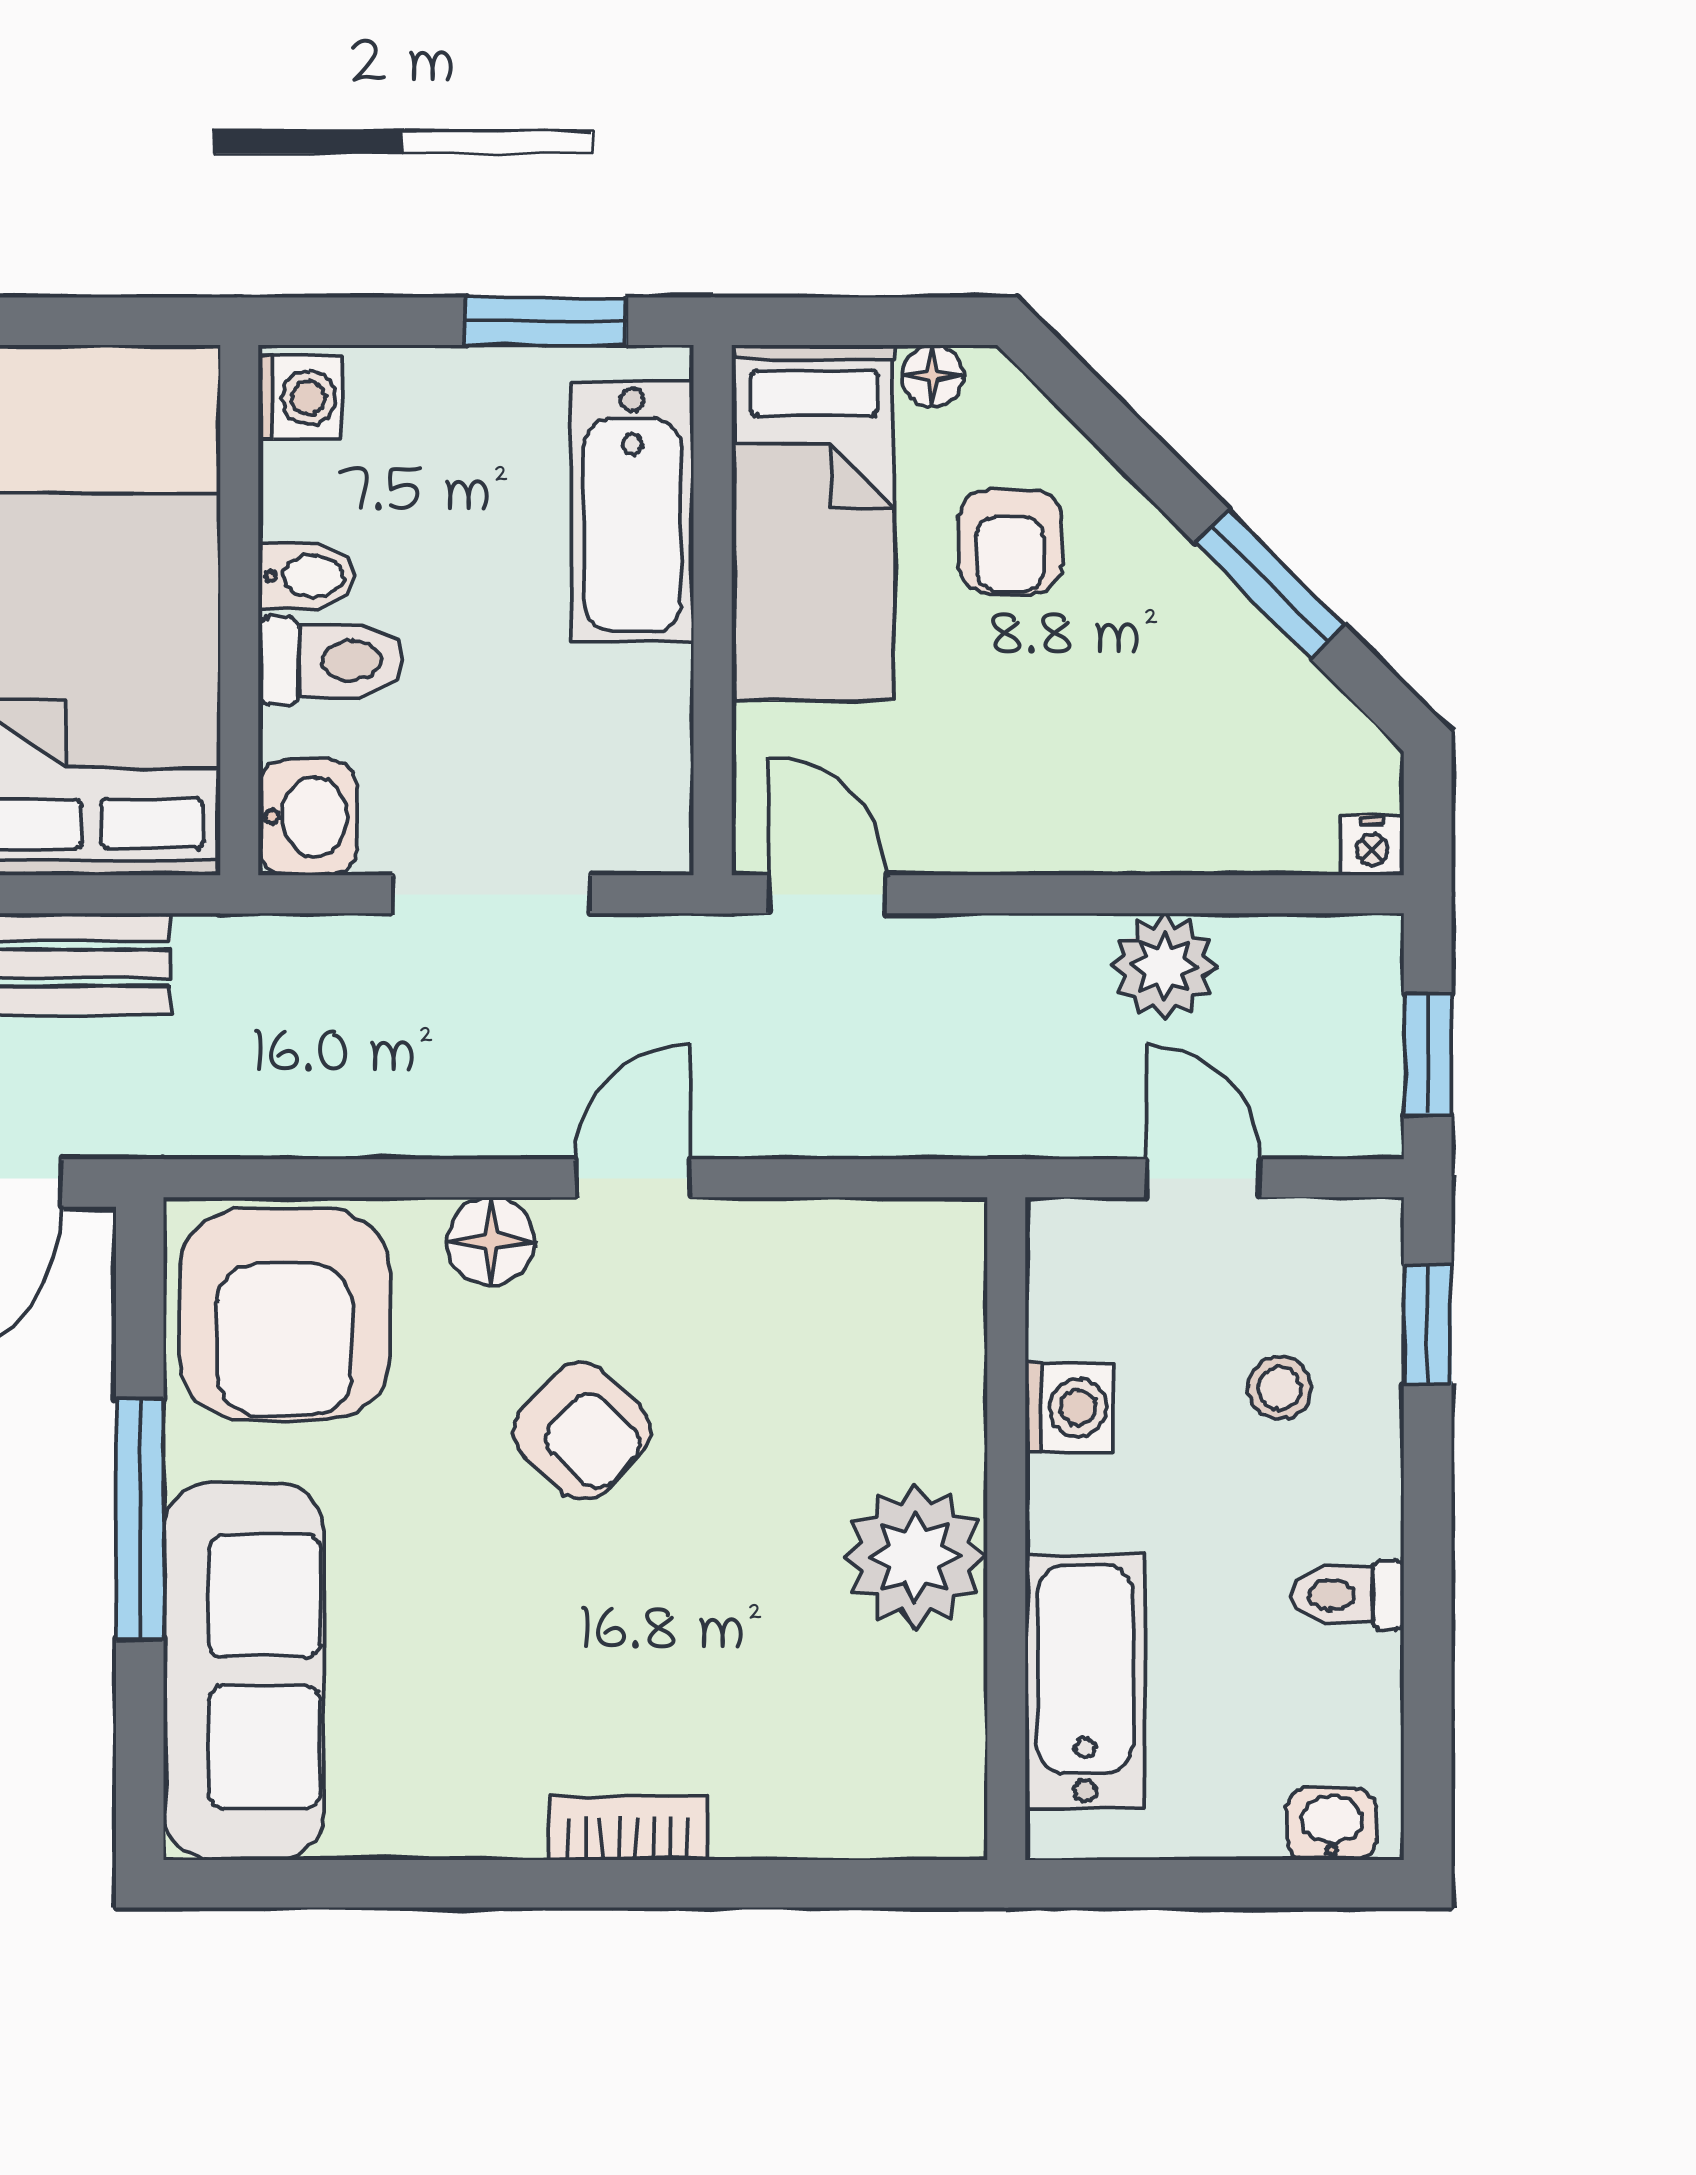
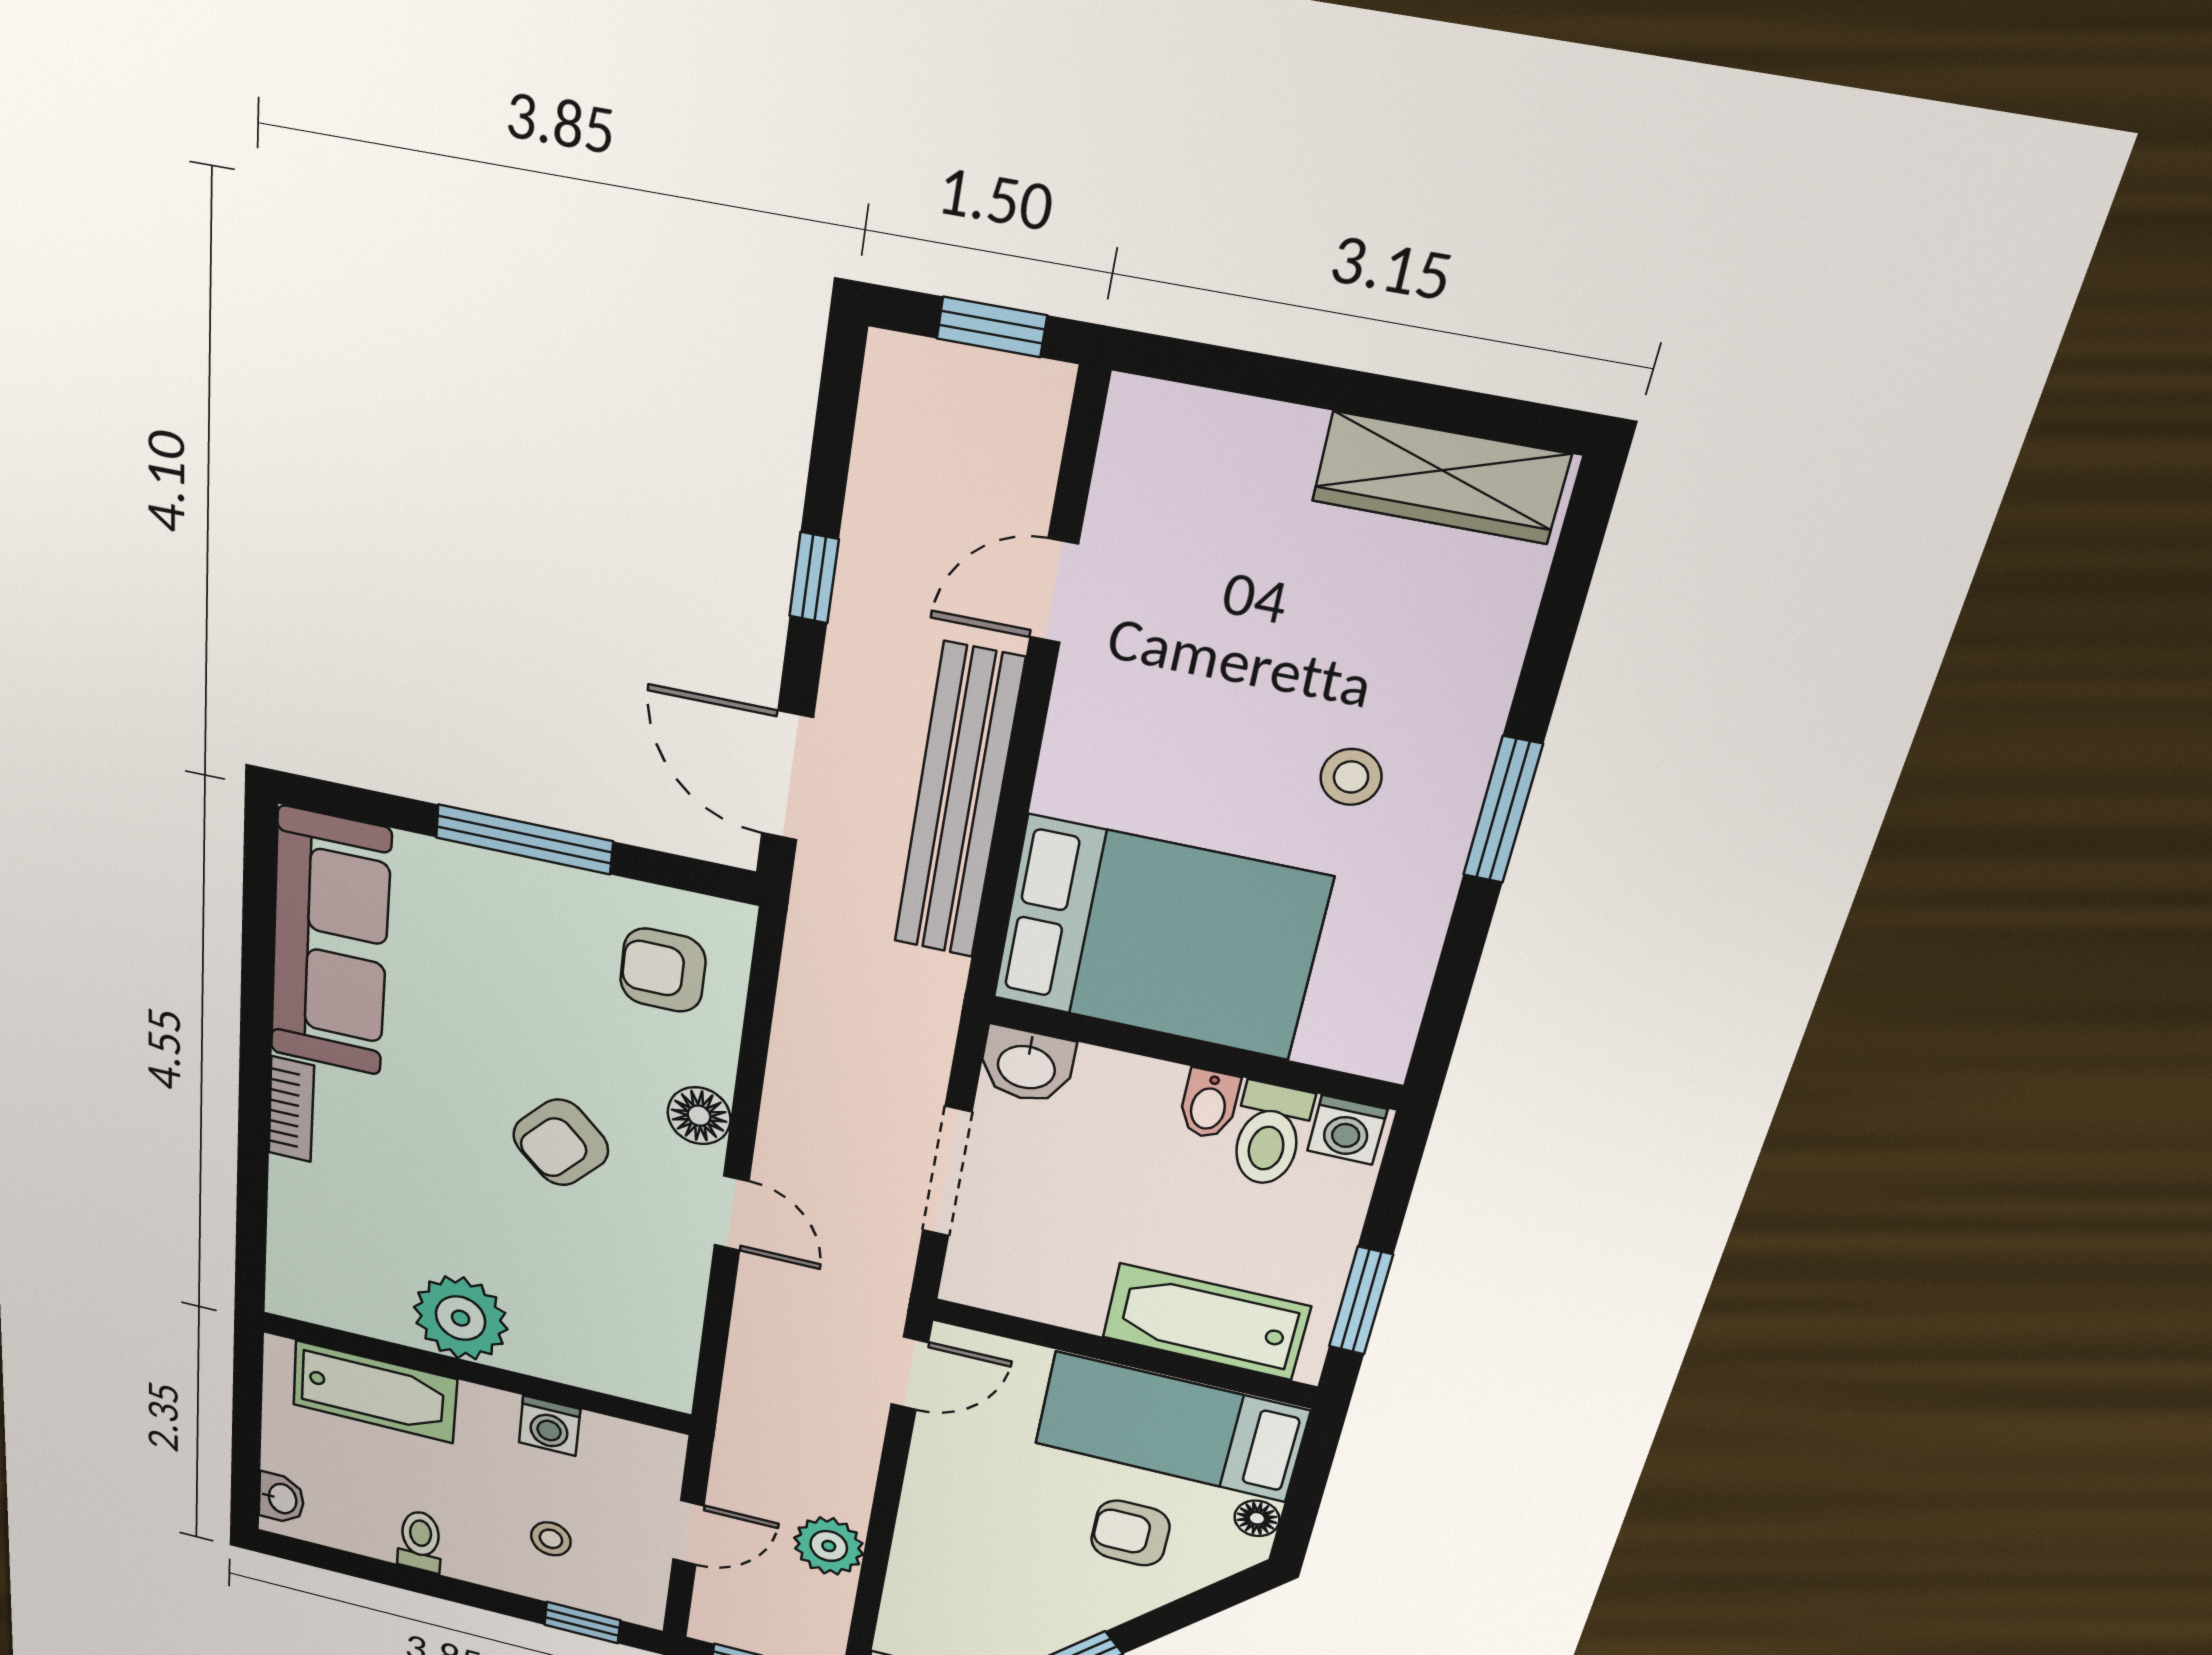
toilet: (331, 661) -> (1269, 1135), moved
armchair: (285, 1314) -> (663, 970), width x0.53, depth x0.53
sofa: (244, 1671) -> (330, 943), moved, turned -90

